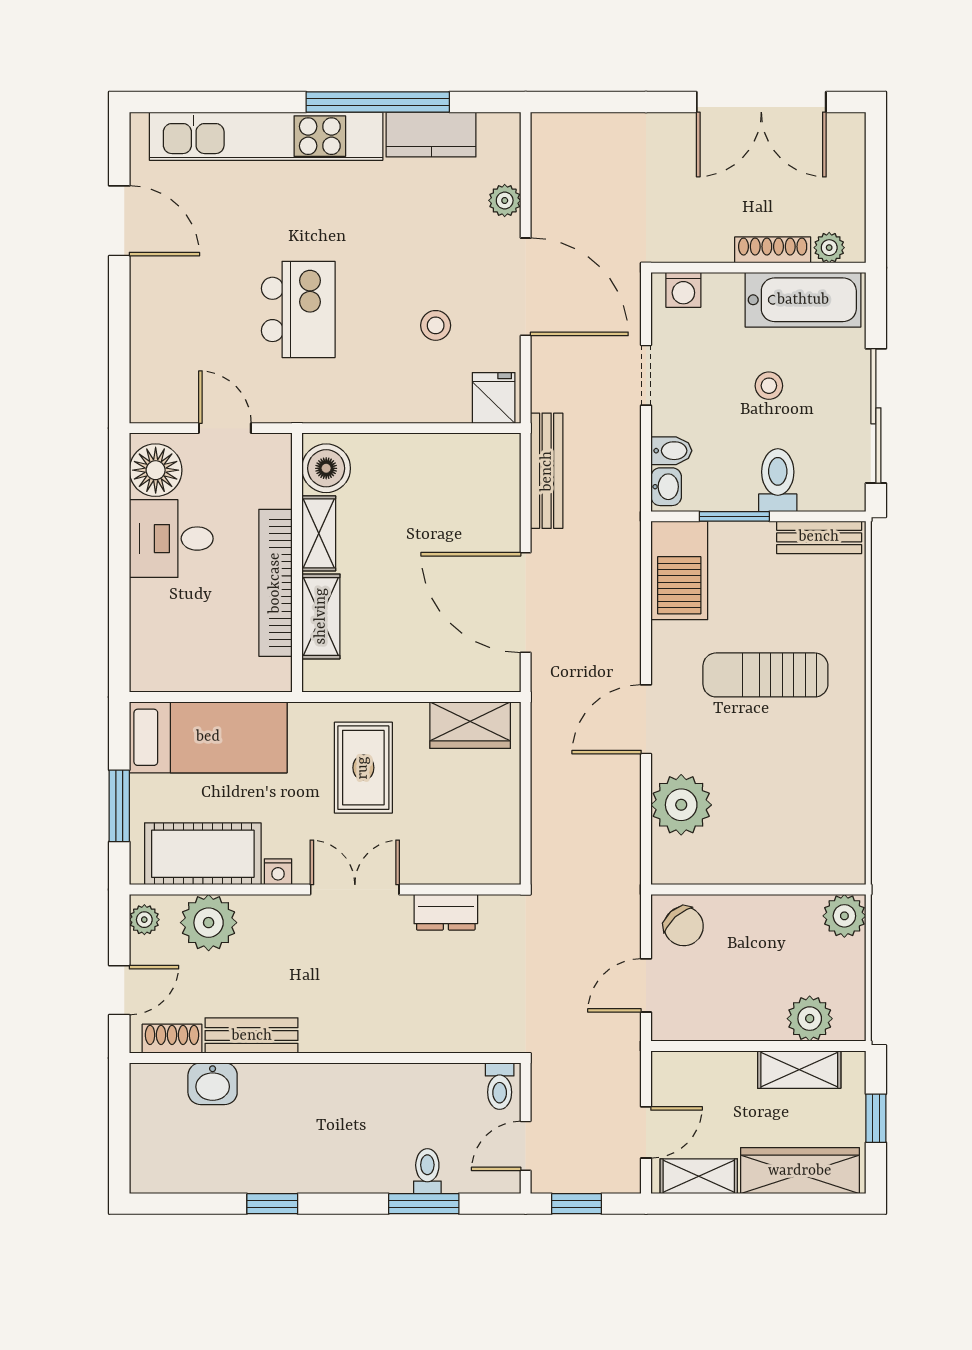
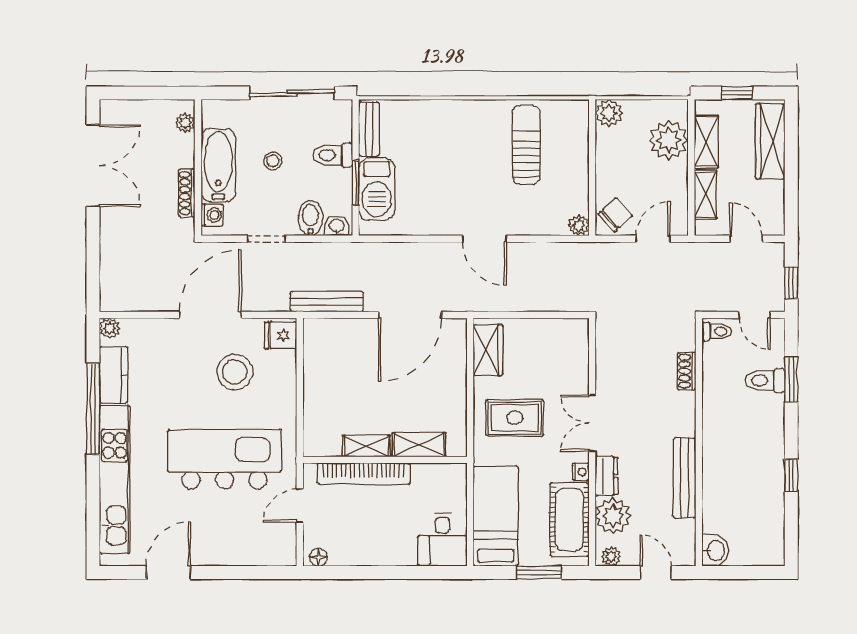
plant: (505, 200) -> (110, 328), moved
shoe rack: (773, 250) -> (187, 193), moved
bathtub: (803, 300) -> (218, 165), moved
kitchen island: (298, 309) -> (224, 459), width x1.87, depth x1.28
stool: (436, 325) -> (235, 372), width x1.89, depth x1.89
bidet: (671, 451) -> (311, 218), width x1.38, depth x1.36
boiler: (326, 468) -> (325, 441), removed
floor lamp: (156, 470) -> (319, 557), width x0.53, depth x0.53
desk: (171, 539) -> (442, 540), moved
barbecue: (679, 570) -> (377, 189), moved, turned 90
bookcase: (275, 583) -> (364, 474), moved
sun lounger: (765, 675) -> (526, 145), moved, turned 180
plant: (681, 805) -> (579, 225), moved, width x0.53, depth x0.53
dresser: (446, 912) -> (606, 476), moved
door: (646, 985) -> (653, 239), swing flipped
plant: (810, 1019) -> (669, 140), width x1.36, depth x1.36
bench: (252, 1036) -> (685, 478), width x1.36
shoe rack: (172, 1039) -> (687, 371), moved
washbasin: (213, 1084) -> (715, 551), moved
toilet: (427, 1171) -> (765, 381), width x1.37, depth x1.39
shelving: (699, 1176) -> (705, 195), moved

